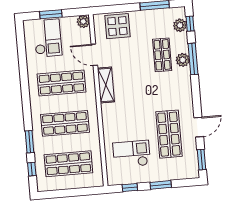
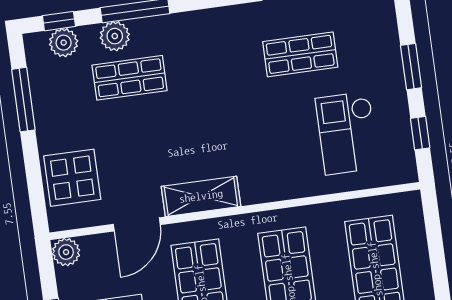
plant: (183, 60) -> (115, 36), moved
shop shelf: (169, 134) -> (300, 54), width x0.70, depth x0.74

